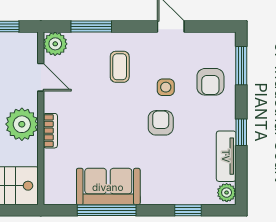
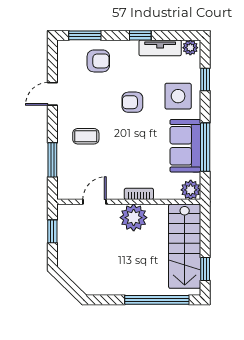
plant: (55, 44) -> (191, 190), moved
side table: (166, 87) -> (178, 96), moved, width x1.87, depth x1.87

